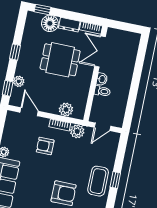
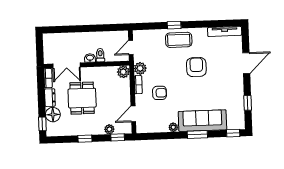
plant: (66, 110) -> (123, 72), moved
door: (103, 127) -> (131, 47), swing flipped
armchair: (45, 146) -> (160, 93), turned -90

